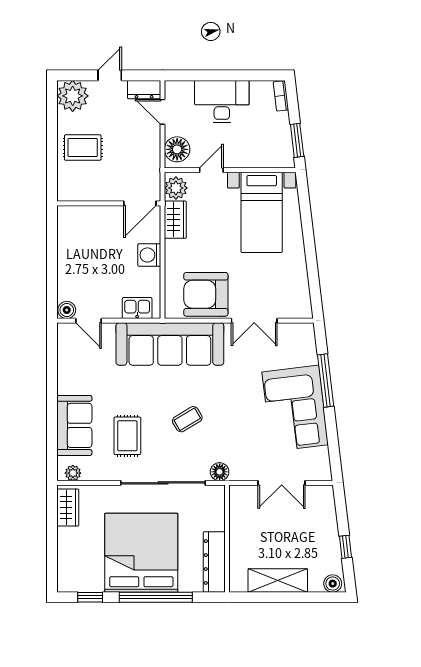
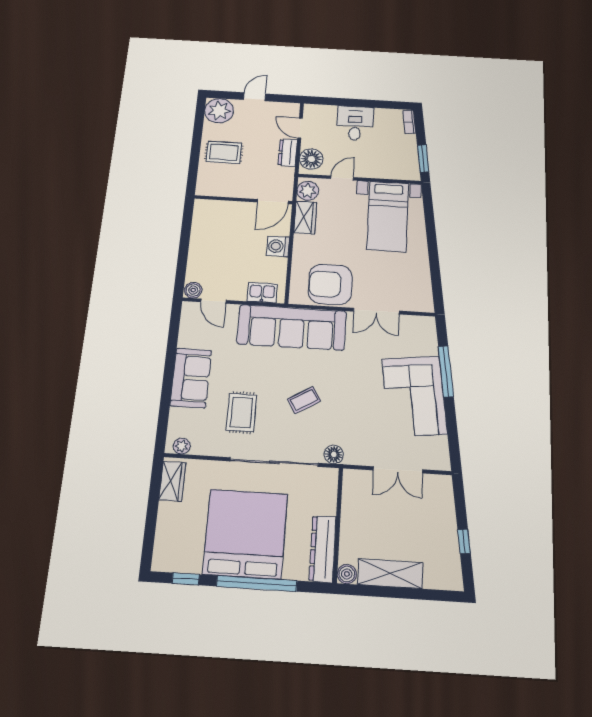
dresser: (144, 90) -> (288, 153), moved, turned 90
desk: (222, 102) -> (355, 123), width x0.73
sofa: (74, 425) -> (191, 378), moved
boiler: (333, 584) -> (347, 574), moved

